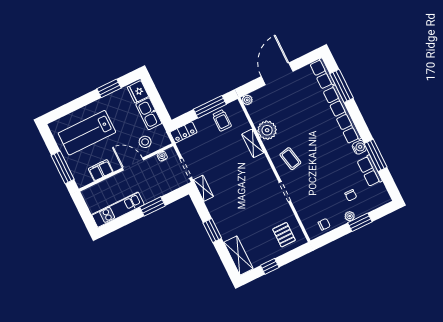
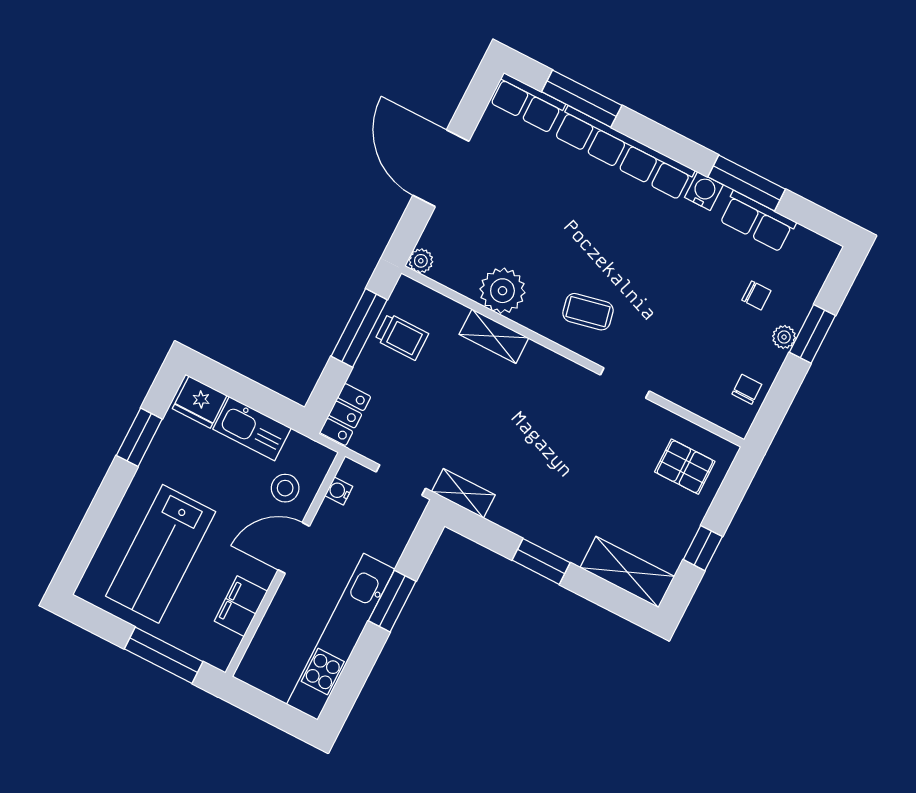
kitchen unit: (118, 210) -> (341, 637), width x1.36

